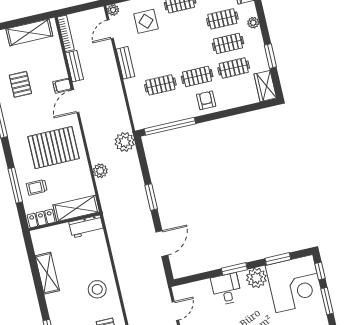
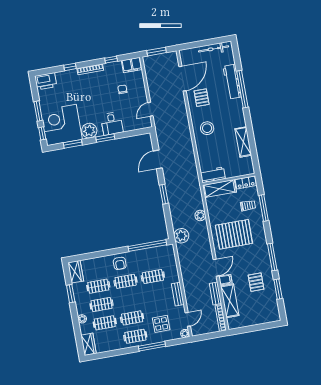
clothes rail: (186, 27) -> (132, 318), added
shelving: (29, 32) -> (230, 301), moved, turned 90

